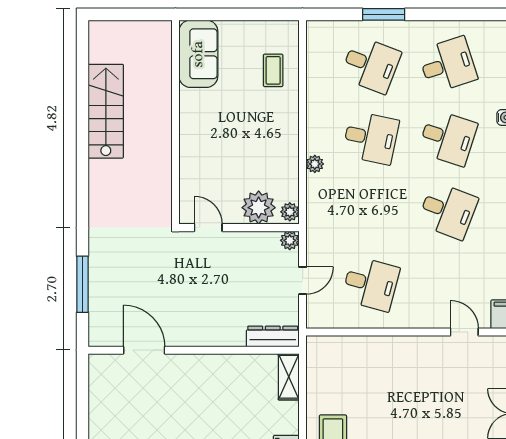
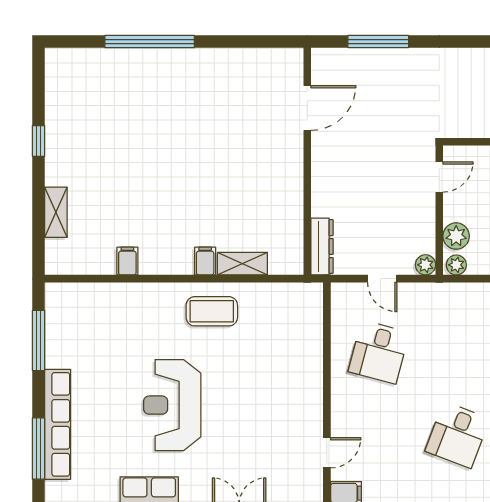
plant: (259, 208) -> (456, 236), width x0.73, depth x0.73
shelving: (289, 377) -> (242, 264), moved

